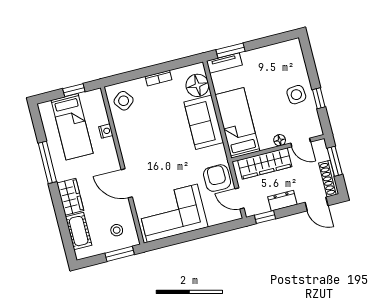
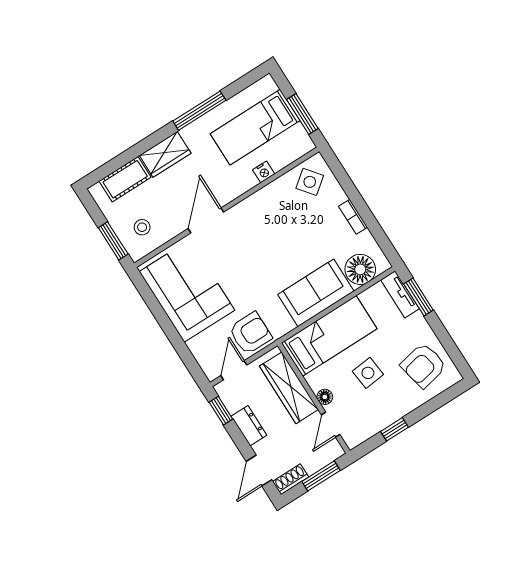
armchair: (280, 63) -> (424, 365), added
window: (74, 90) -> (302, 114), width x1.50
side table: (296, 95) -> (368, 373), moved
shoe rack: (329, 179) -> (291, 479), width x0.70

